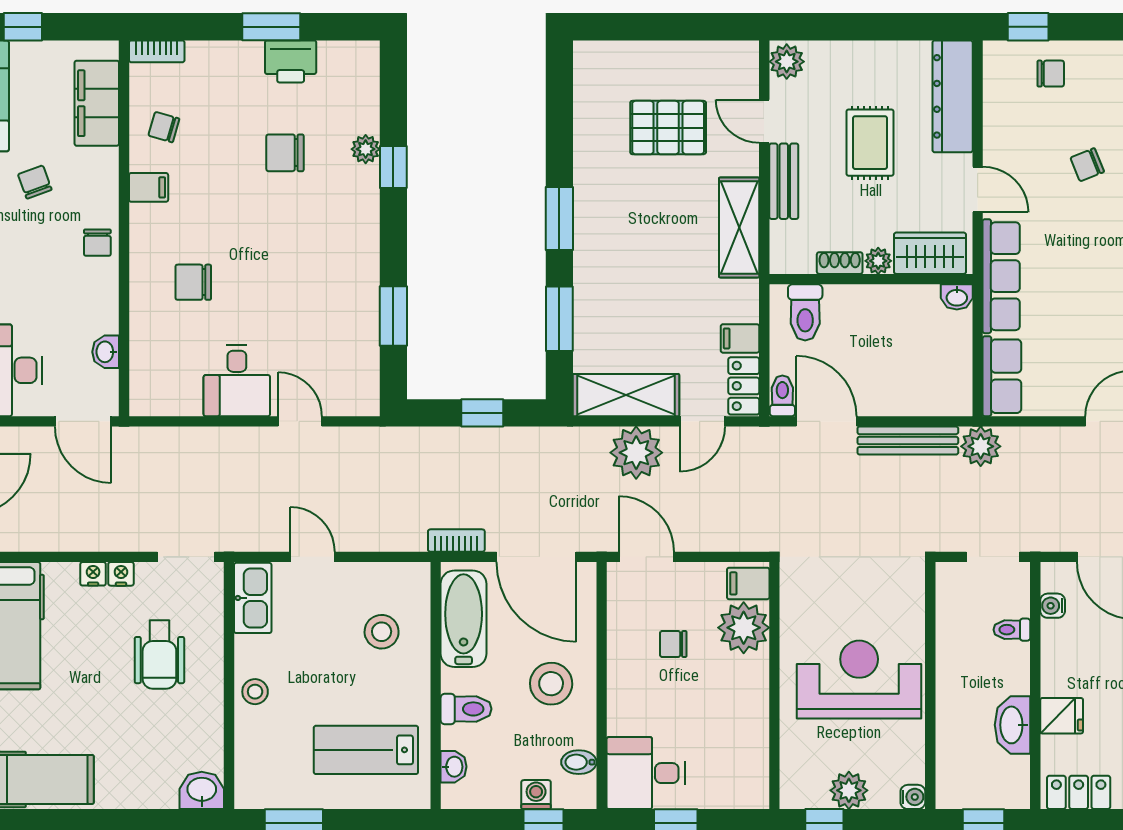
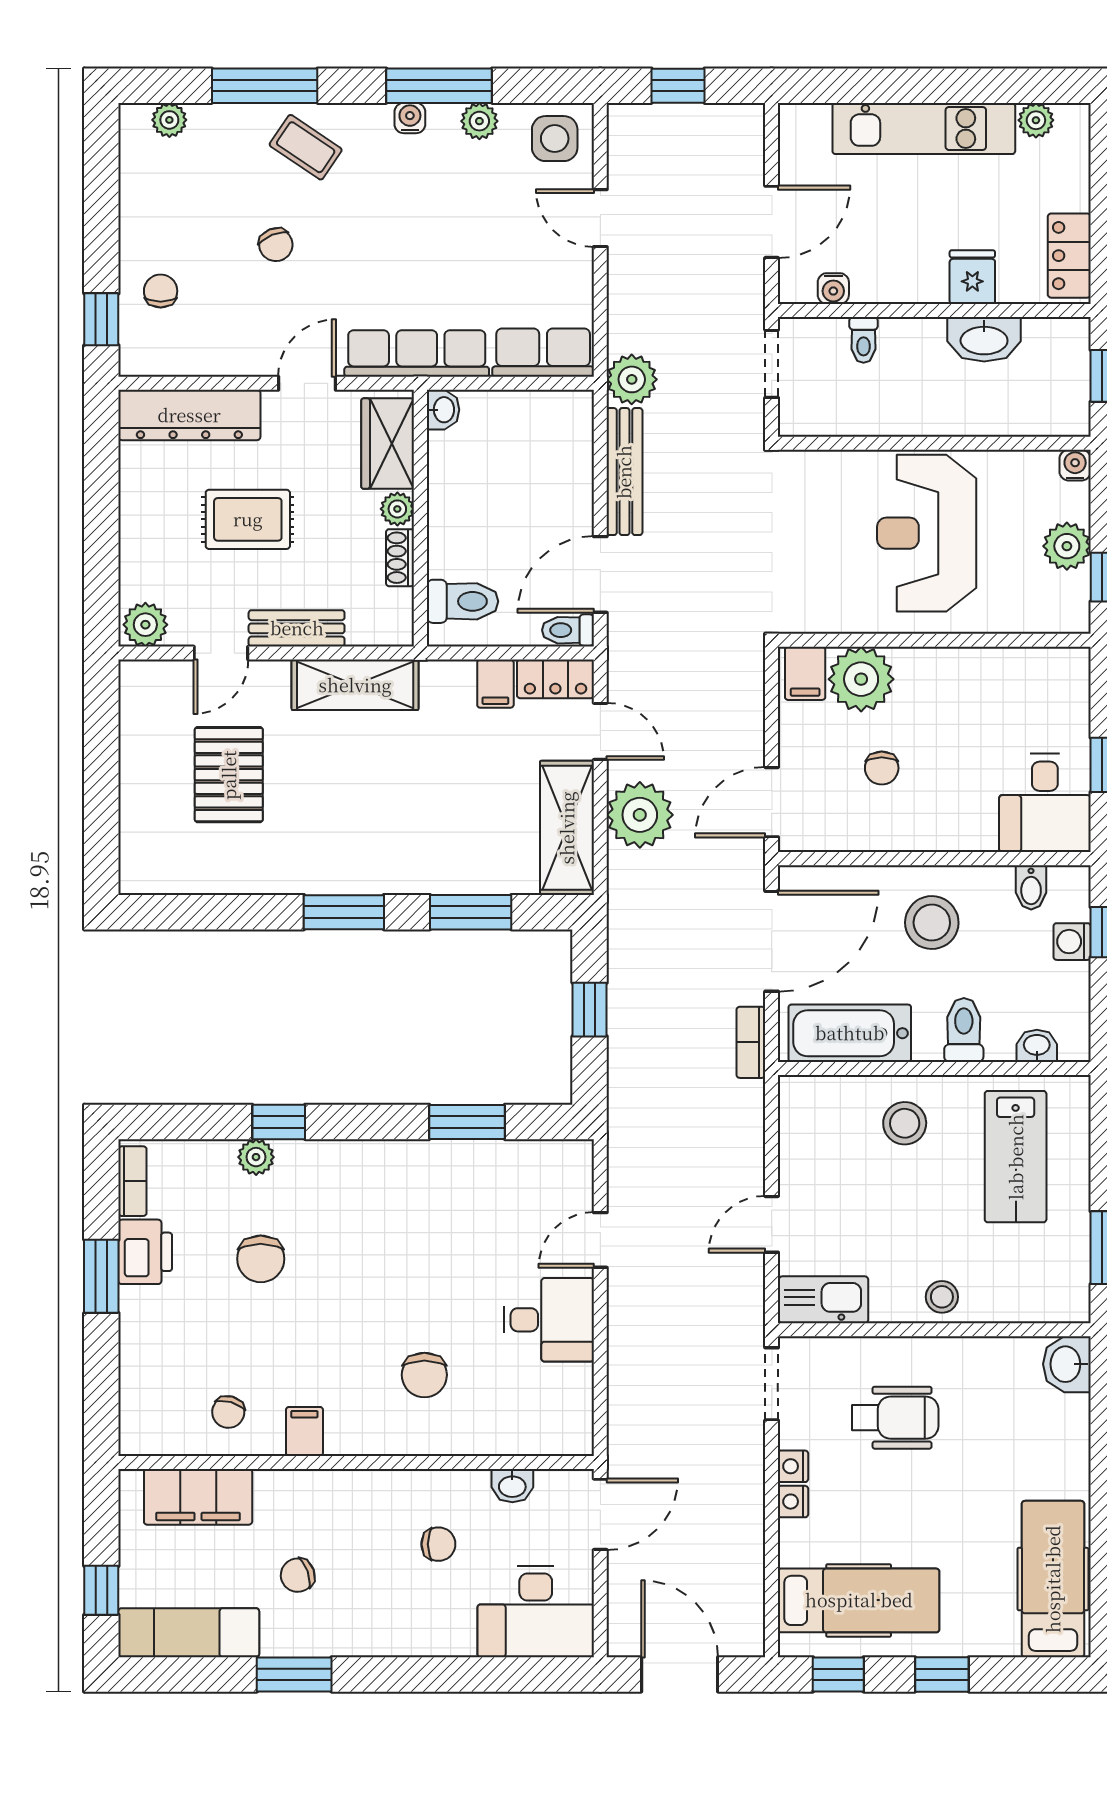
bookcase: (157, 51) -> (132, 1181), moved
chair: (97, 243) -> (438, 1544), moved
stool: (382, 632) -> (905, 1123), moved

